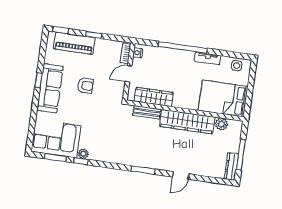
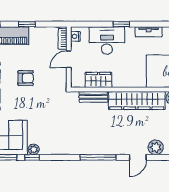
window: (183, 48) -> (121, 24), width x0.32
desk: (167, 61) -> (107, 41), added
wardrobe: (154, 97) -> (98, 80), width x0.67
plant: (199, 168) -> (156, 147), added
window: (143, 170) -> (98, 157), width x1.44

